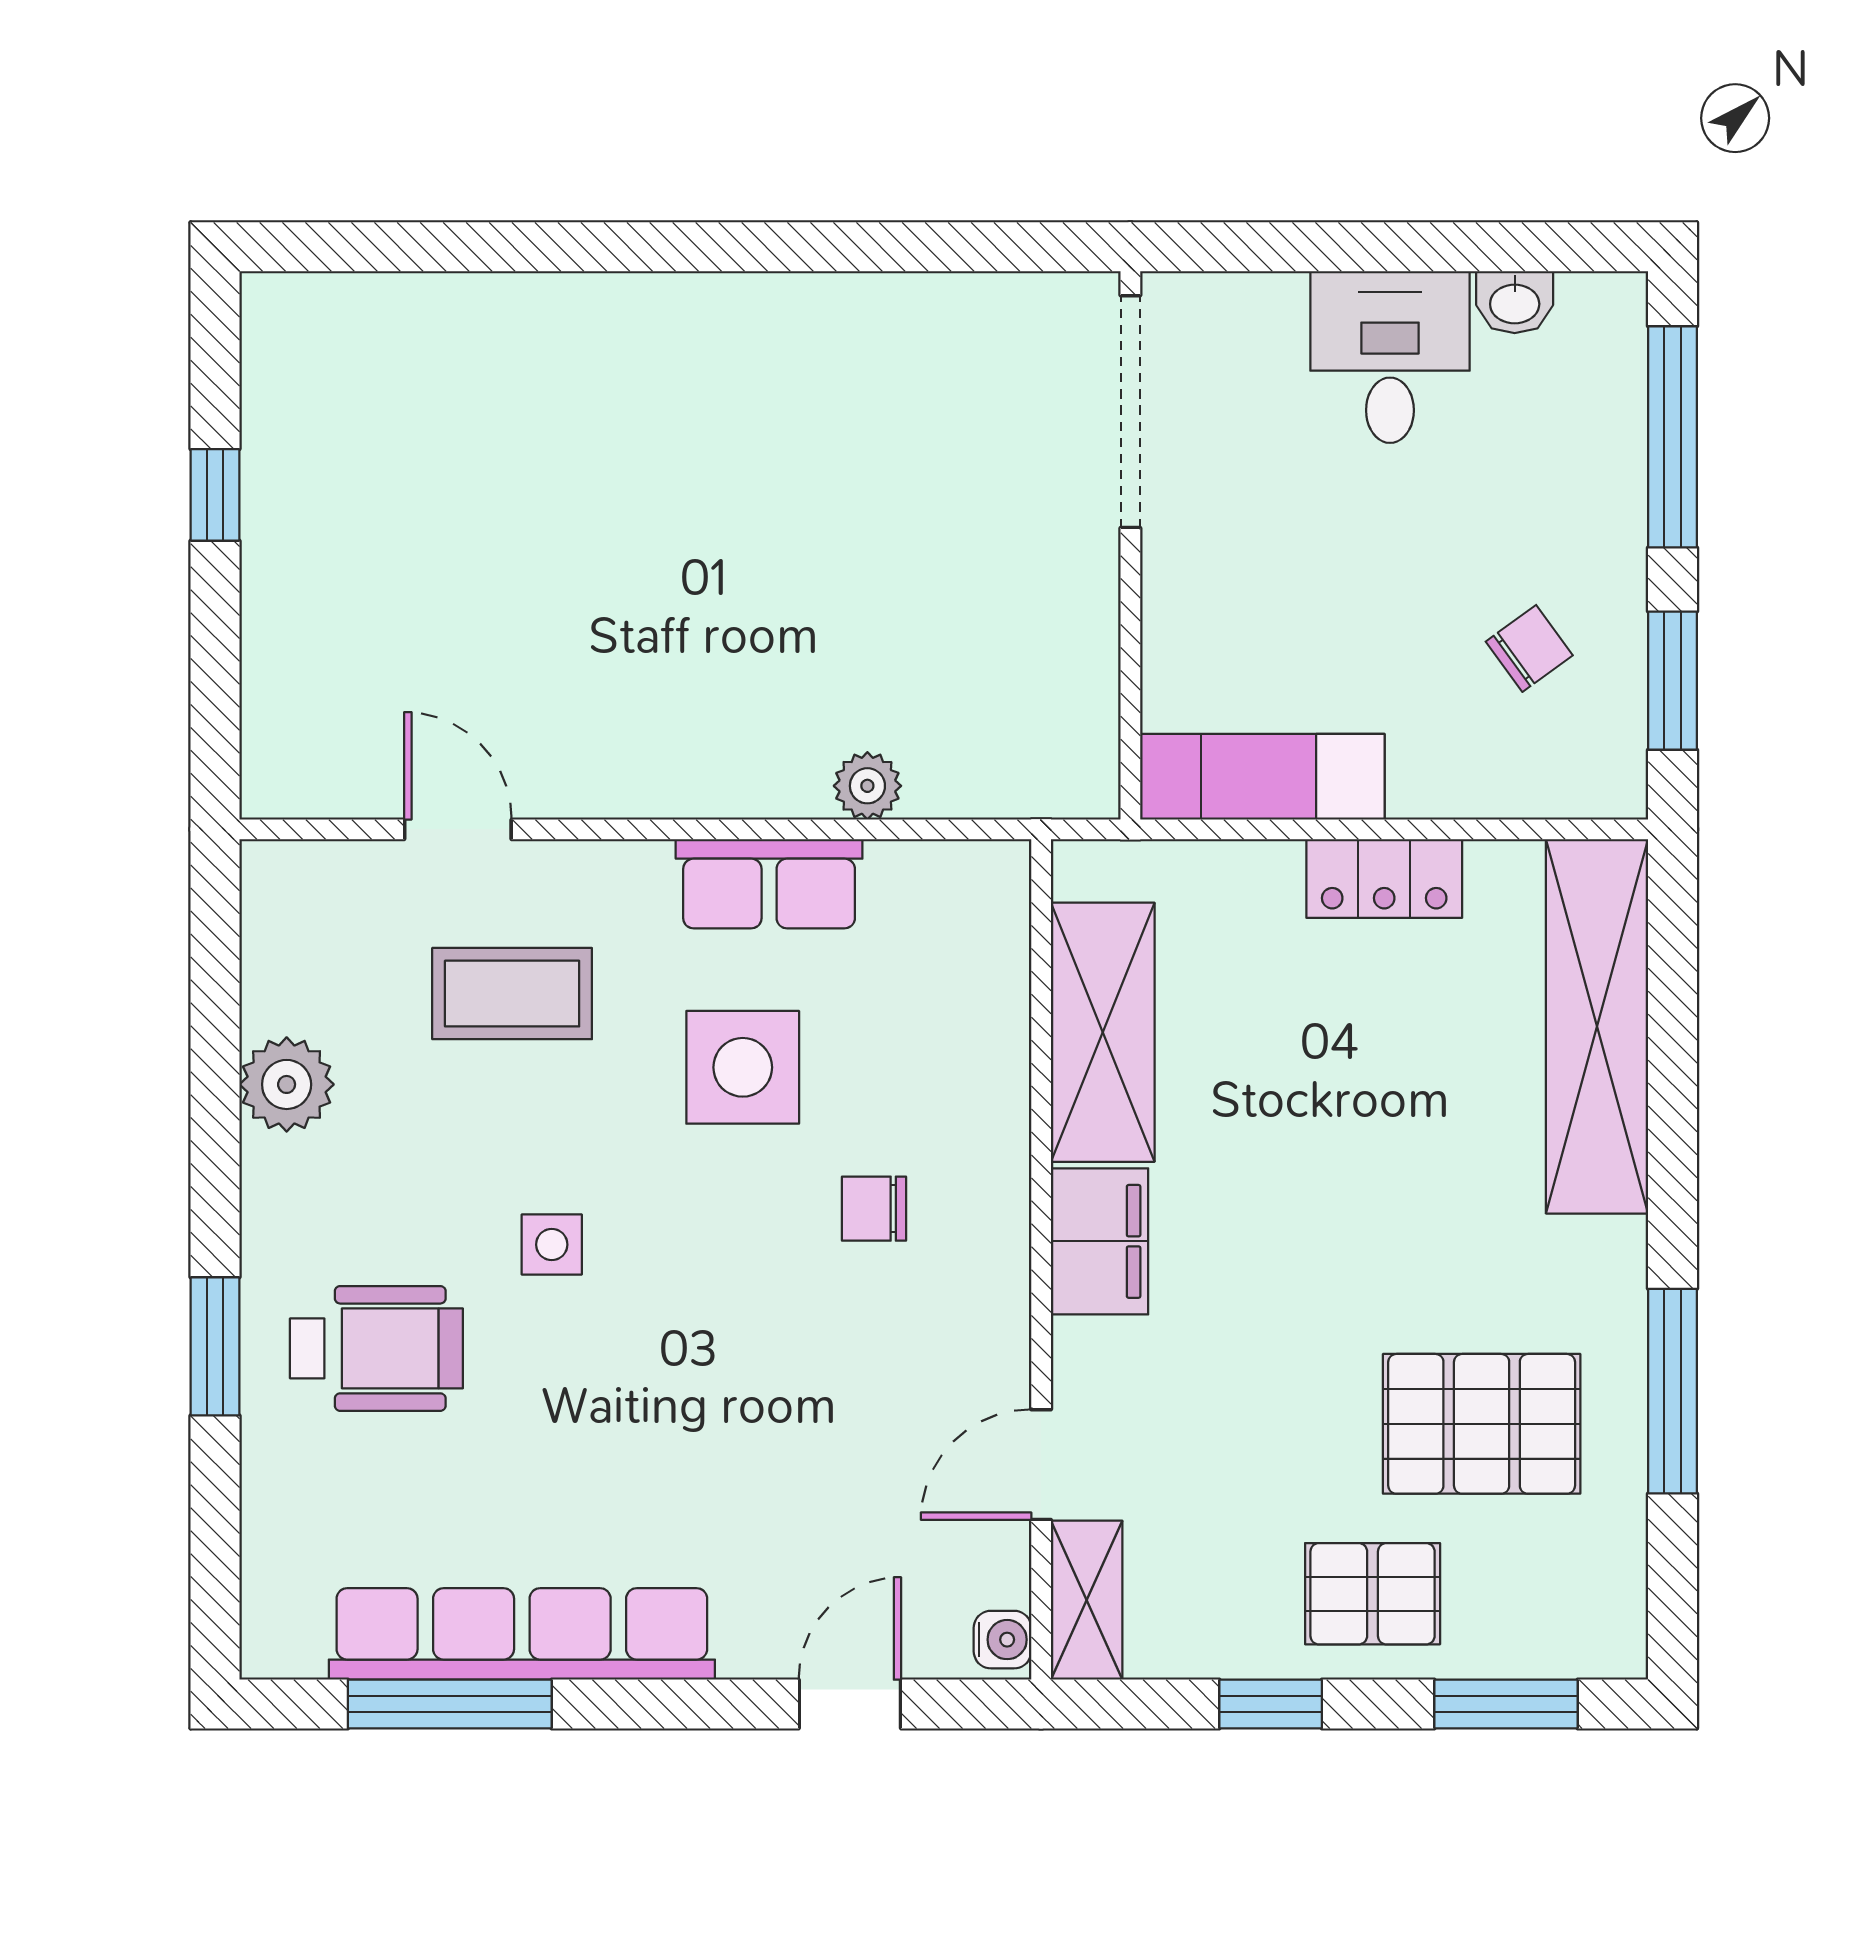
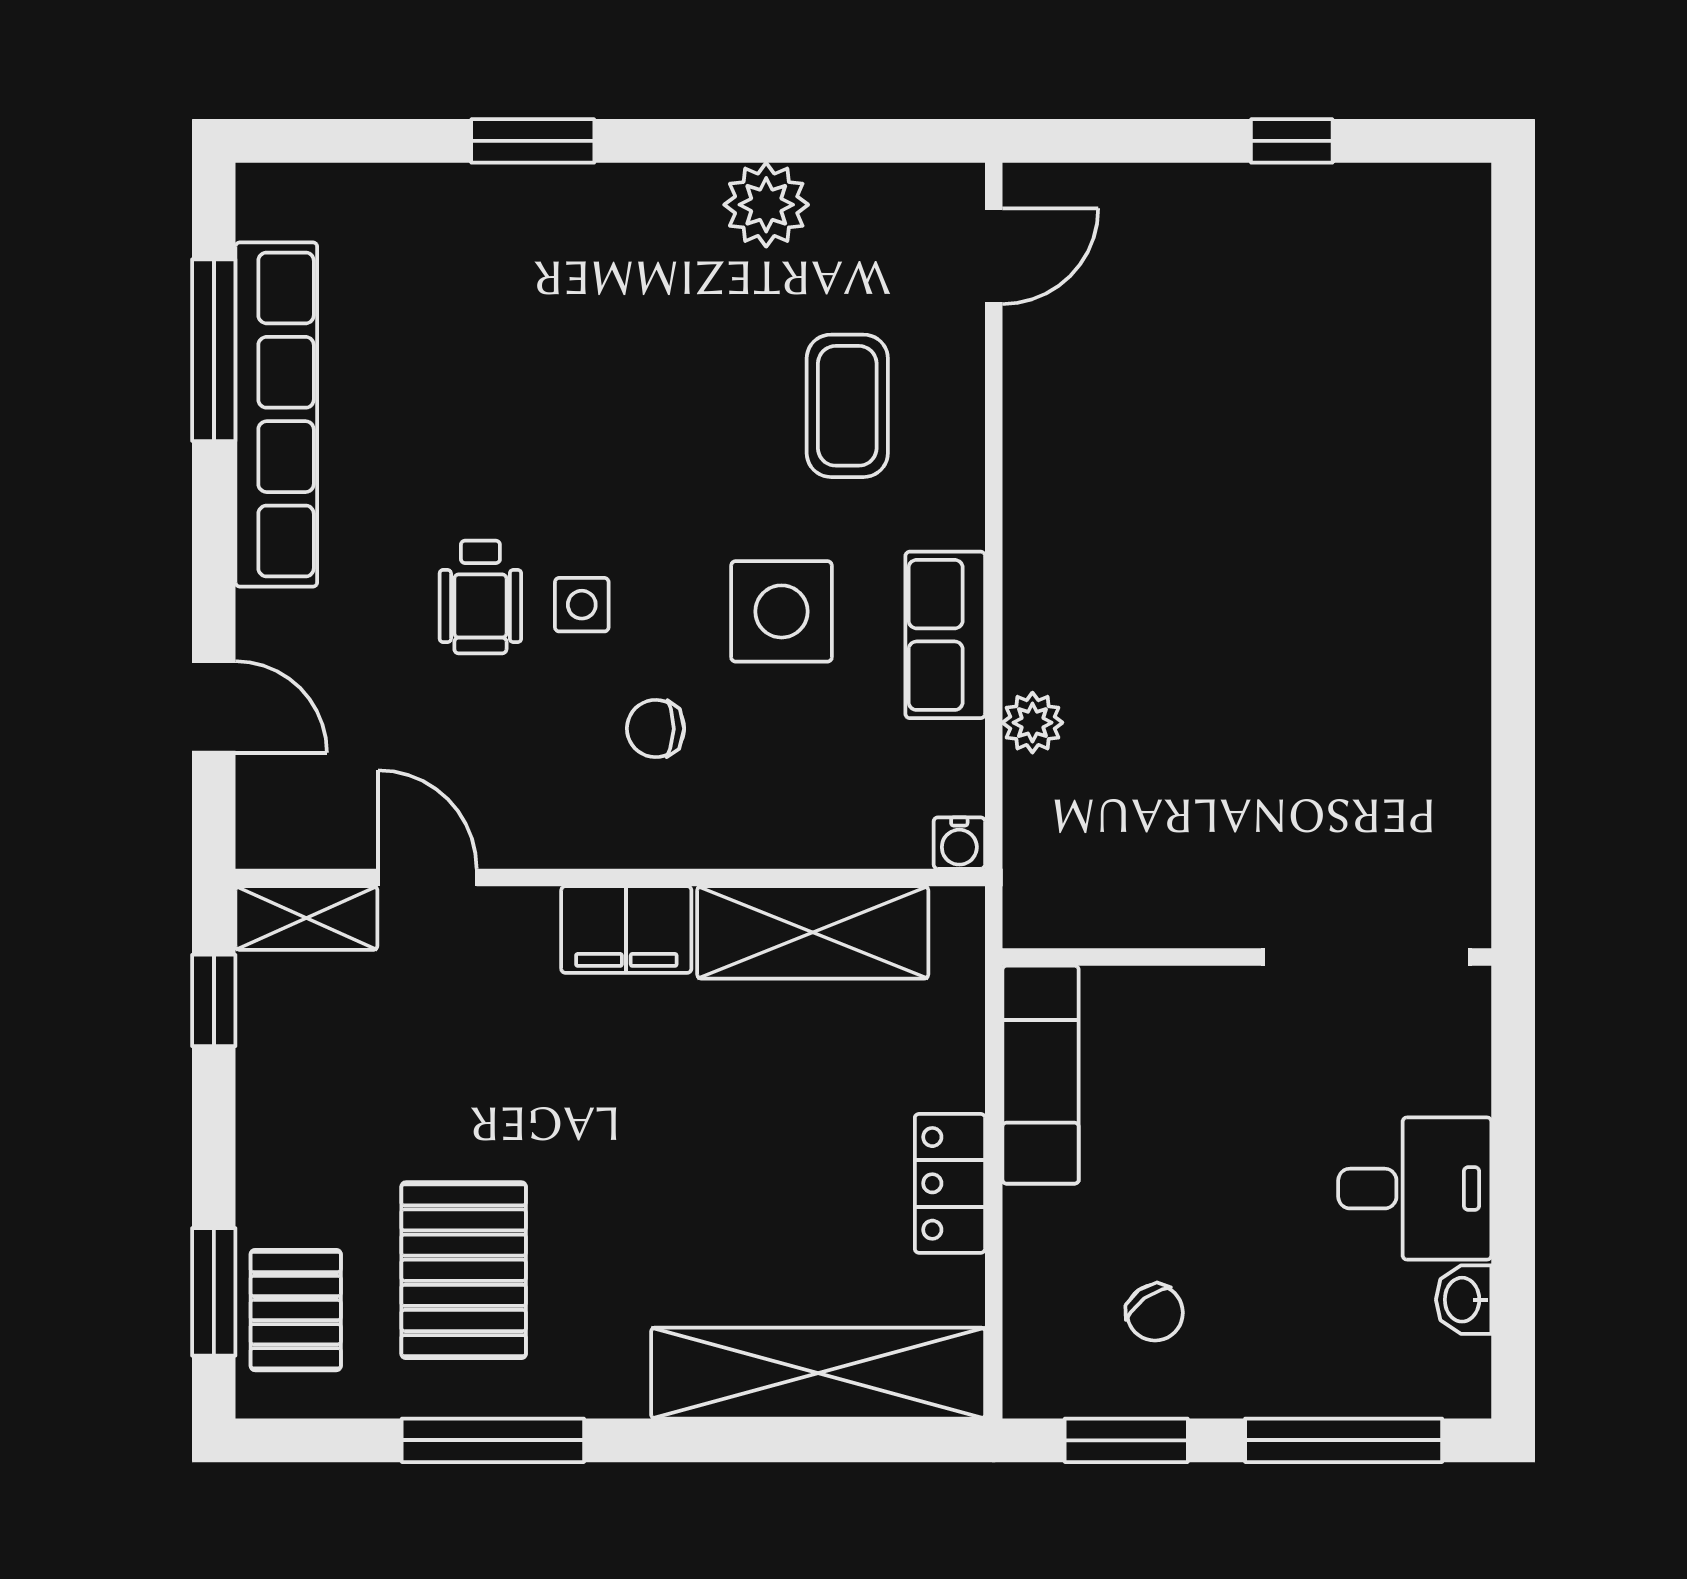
door: (458, 829) -> (994, 256), moved
chair: (874, 1209) -> (656, 728), turned -89
side table: (552, 1245) -> (582, 605), moved
wheelchair: (376, 1348) -> (480, 597), moved, width x0.73, depth x0.73
pallet: (1373, 1594) -> (296, 1310), moved
water cooler: (1003, 1640) -> (959, 843), moved
window: (1271, 1704) -> (214, 1000), moved

